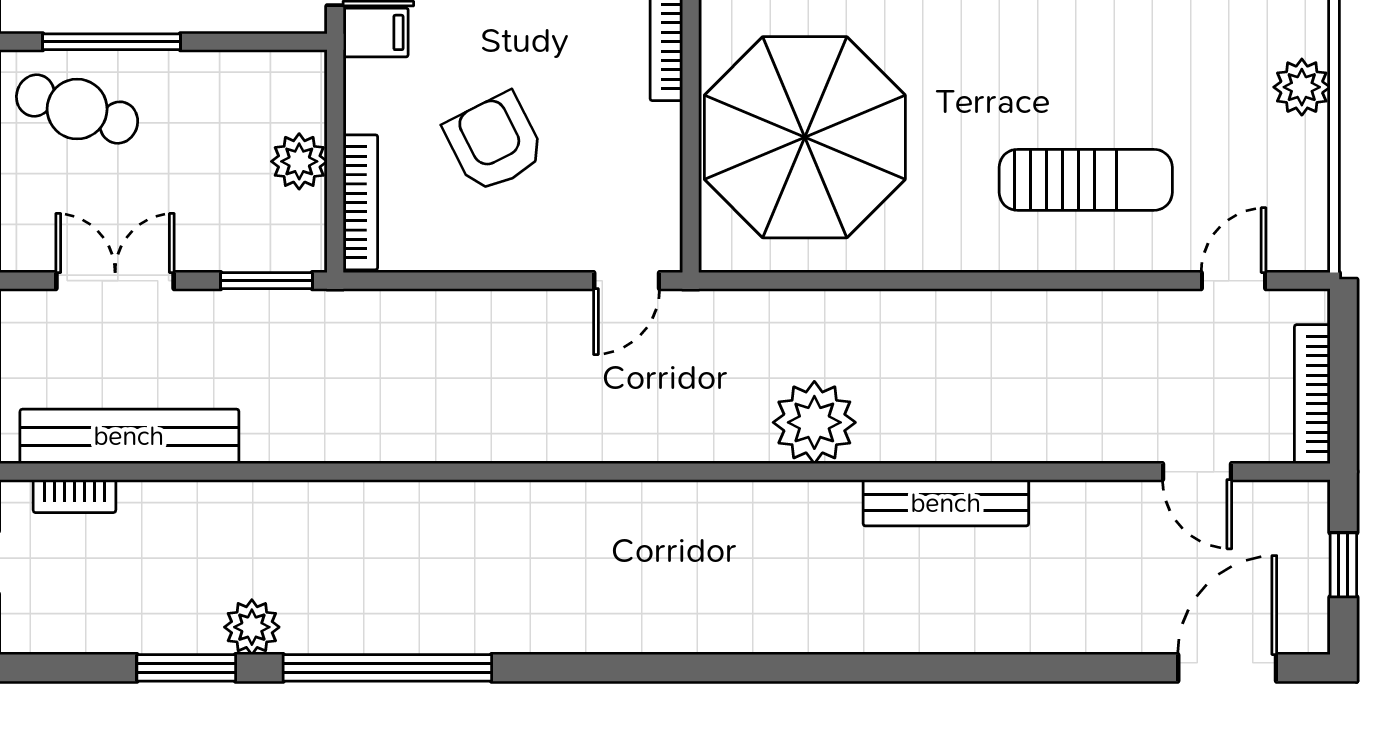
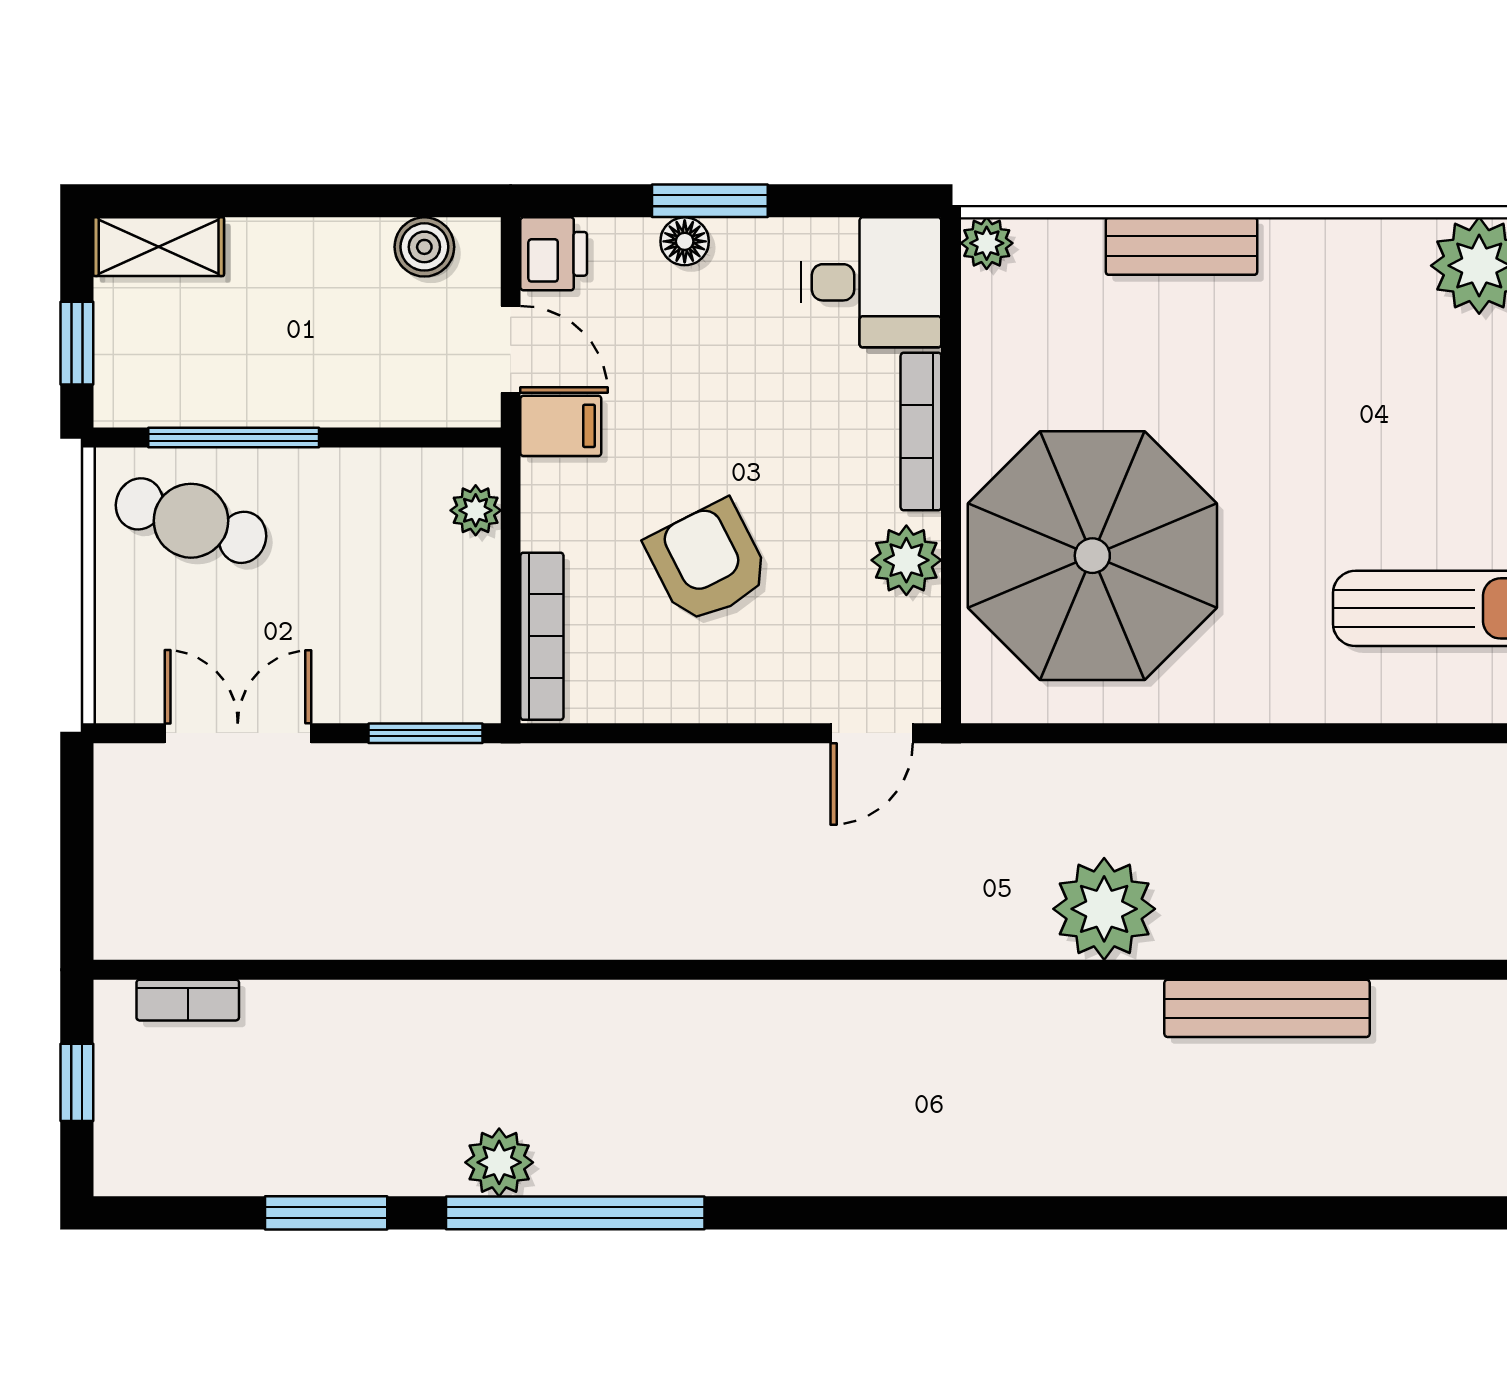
plant: (655, 141) -> (906, 560), added
plant: (299, 161) -> (476, 510), moved, width x0.73, depth x0.73
bench: (129, 436) -> (256, 926), removed
plant: (252, 627) -> (499, 1162), moved

